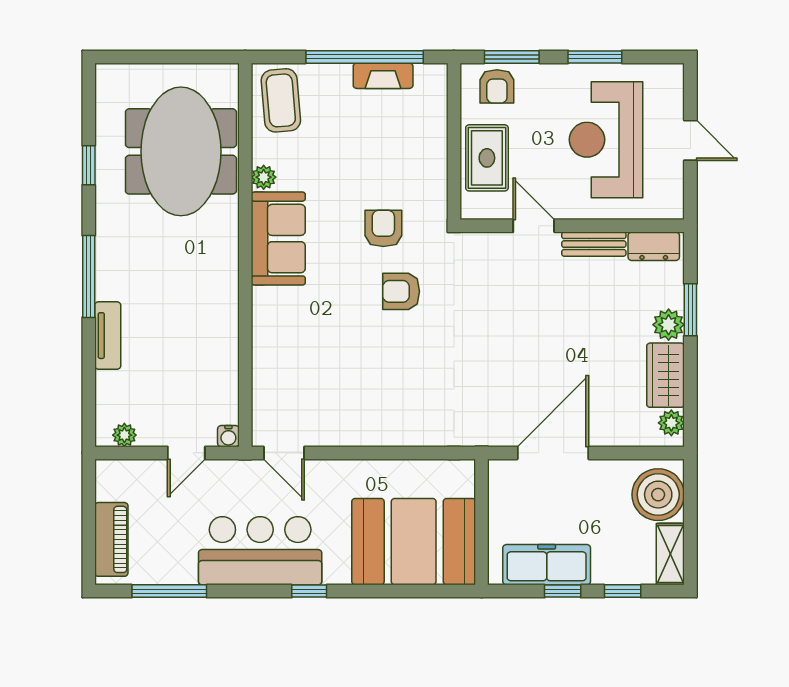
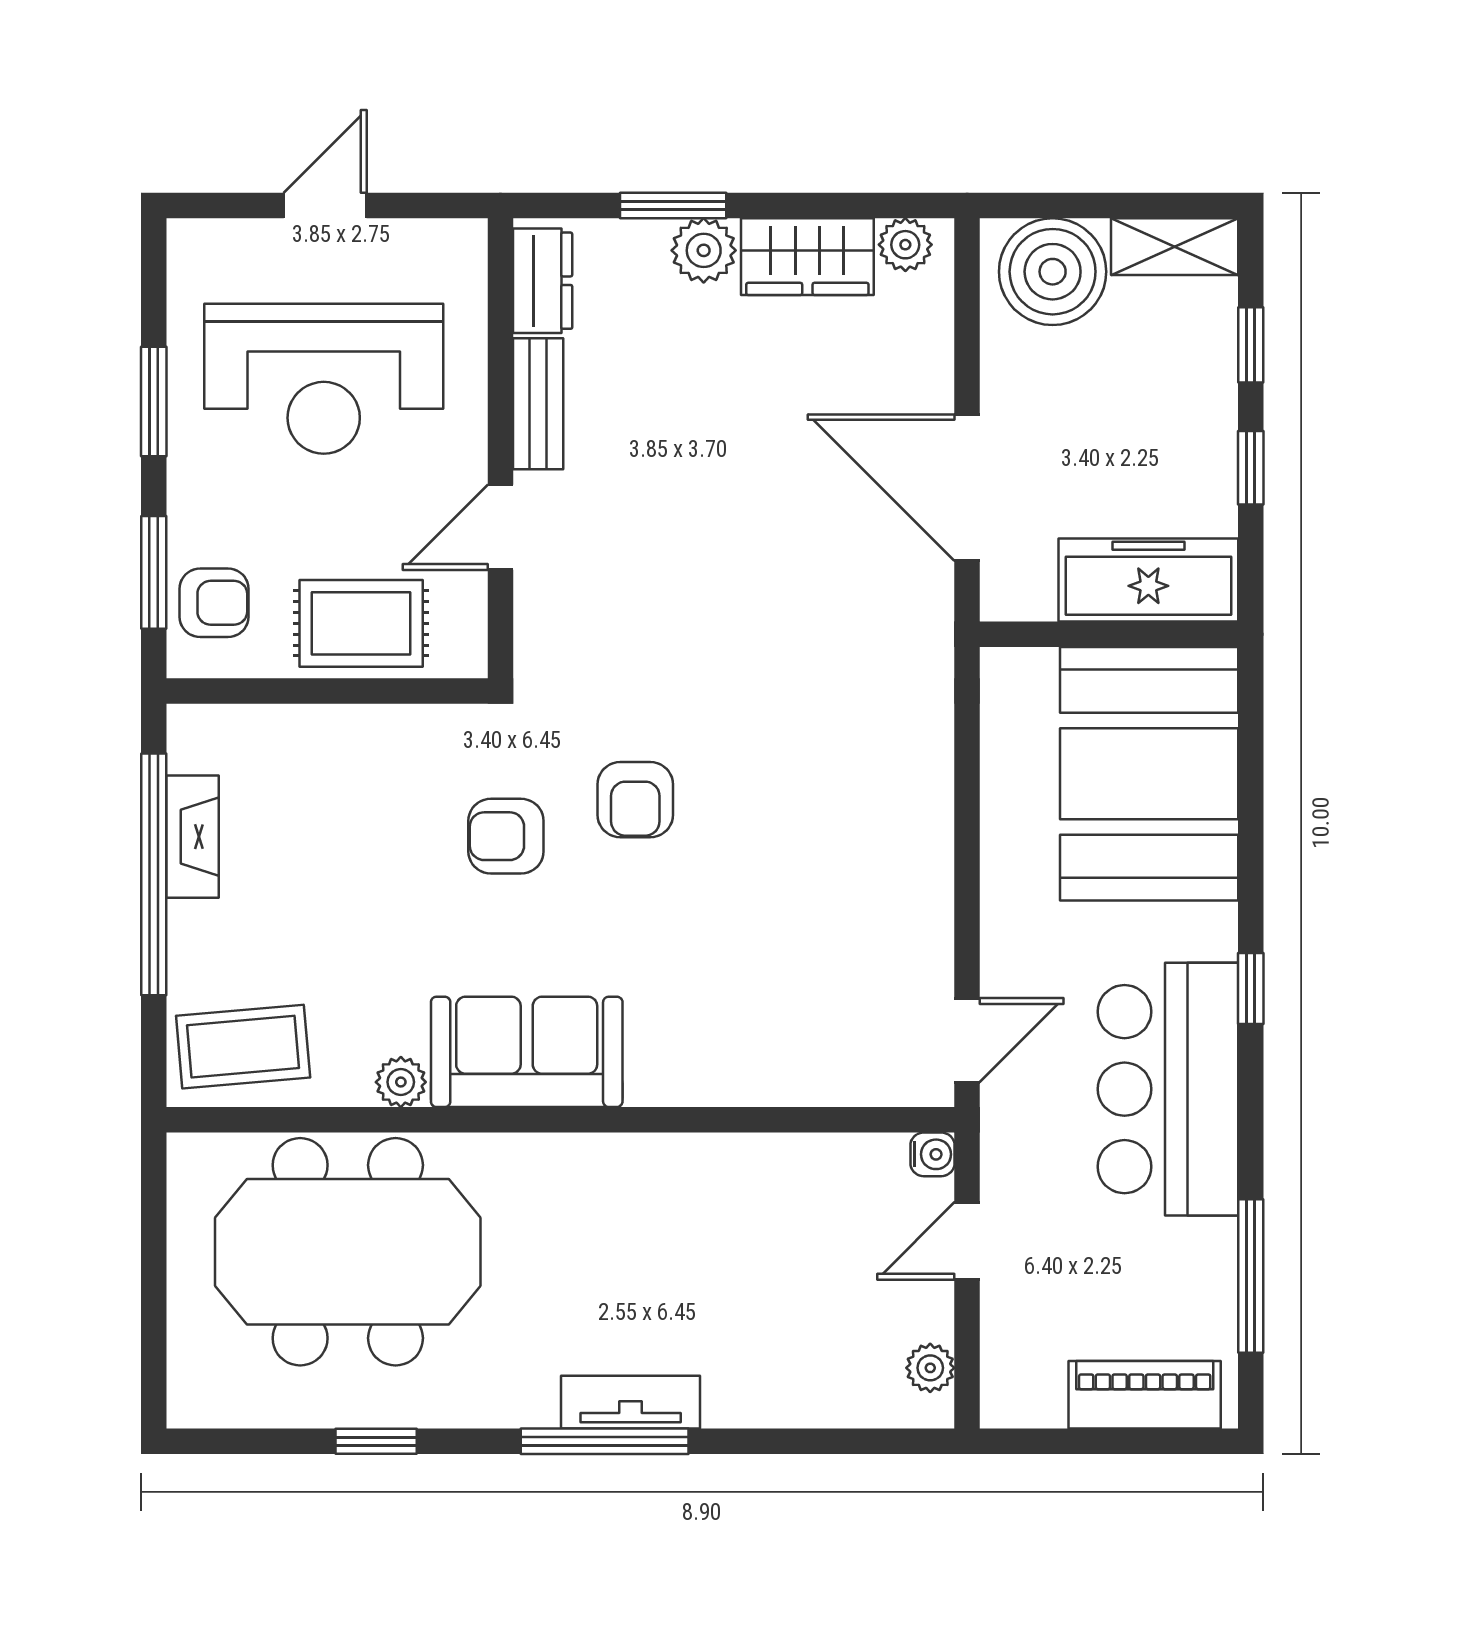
tv unit: (108, 336) -> (631, 1402), moved
door: (186, 453) -> (967, 1241), swing flipped
freezer: (547, 565) -> (1148, 580), moved, turned 90

